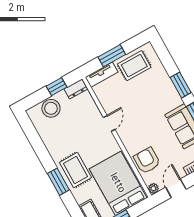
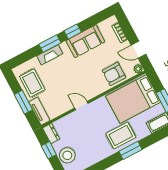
fireplace: (167, 85) -> (50, 55), added

